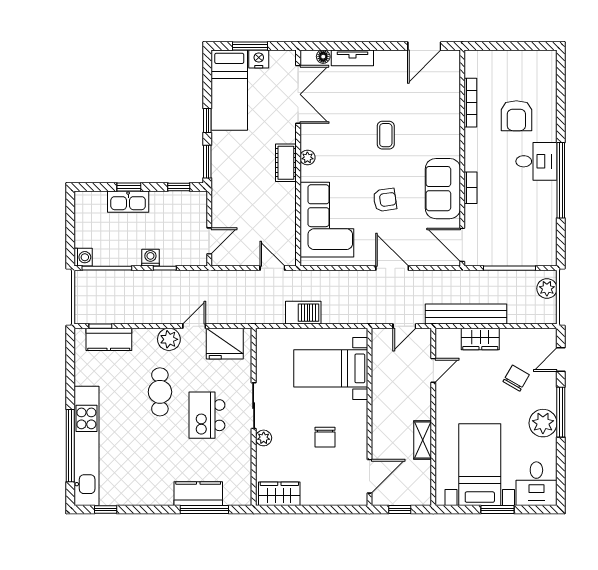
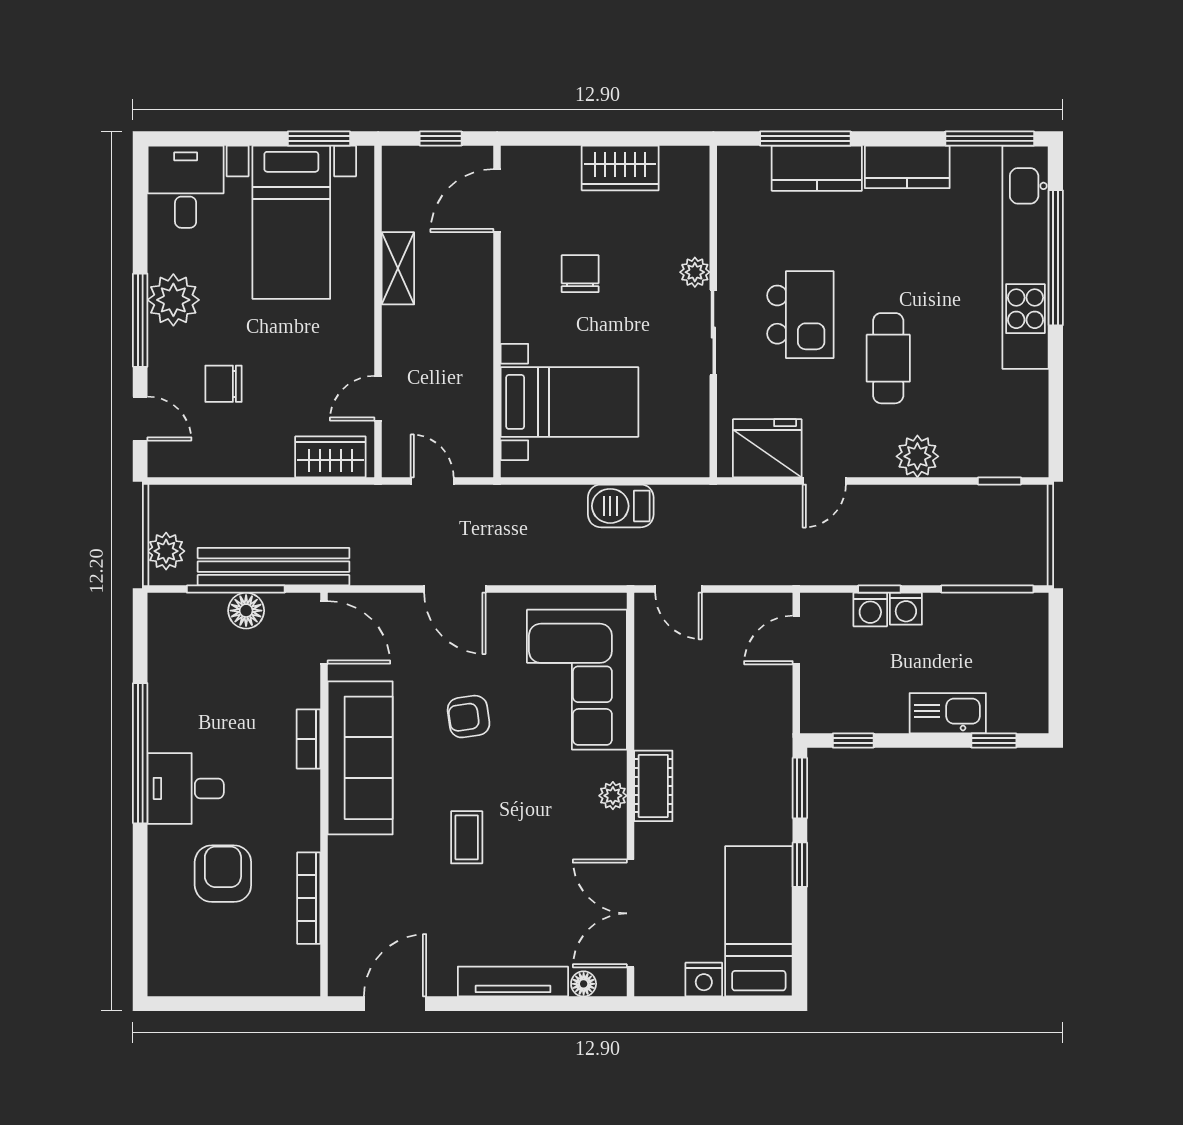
window: (250, 46) -> (720, 1004), removed
tv unit: (352, 58) -> (513, 981), width x1.41
window: (129, 187) -> (994, 740), moved
sofa: (443, 189) -> (360, 758), width x1.36
washing machine: (83, 257) -> (870, 609), moved, turned -90
floor lamp: (504, 257) -> (246, 611), added
bench: (466, 314) -> (274, 567), moved
door: (404, 326) -> (432, 481), hinge flipped
kitchen counter: (109, 339) -> (907, 167), moved, turned 180
plant: (169, 339) -> (917, 456), moved
wardrobe: (480, 339) -> (330, 457), moved
door: (561, 360) -> (140, 419), hinge flipped
chair: (516, 378) -> (223, 384), turned 60
wardrobe: (279, 494) -> (620, 168), moved
window: (106, 510) -> (990, 138), width x2.17
window: (498, 510) -> (319, 138), moved

